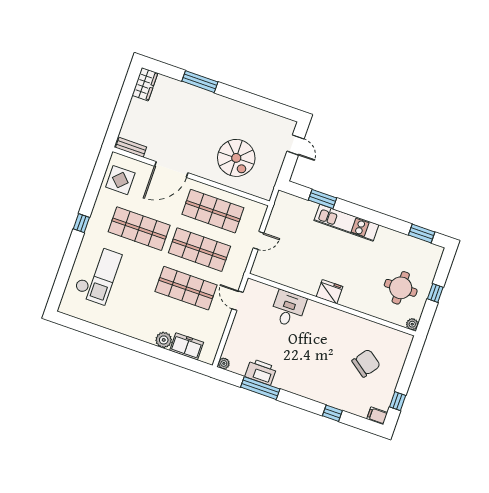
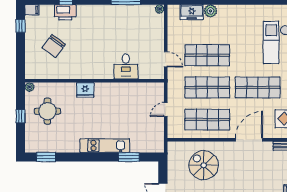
fridge: (329, 292) -> (85, 90), moved
printer: (261, 372) -> (65, 12), moved

